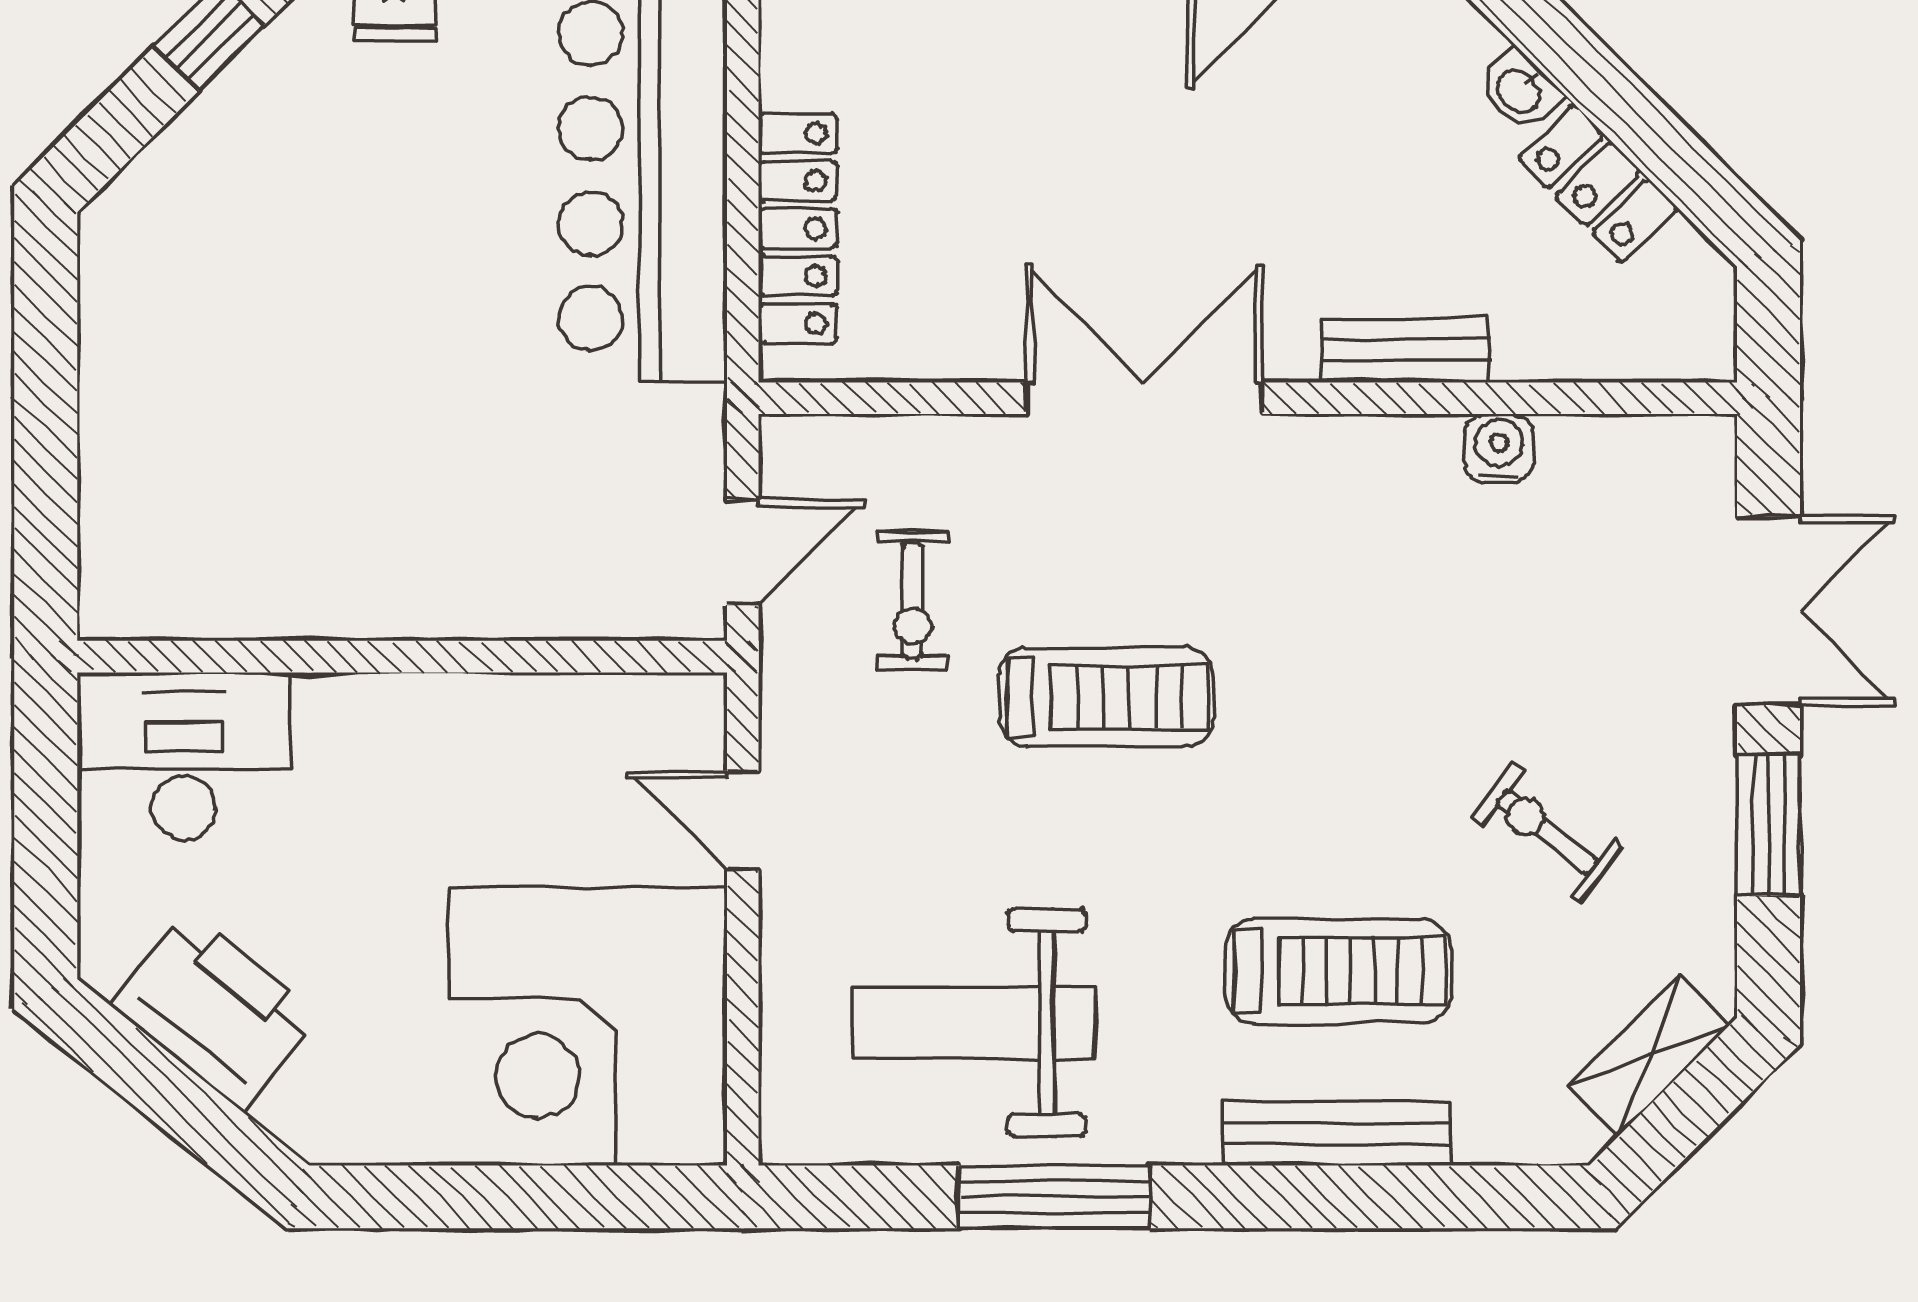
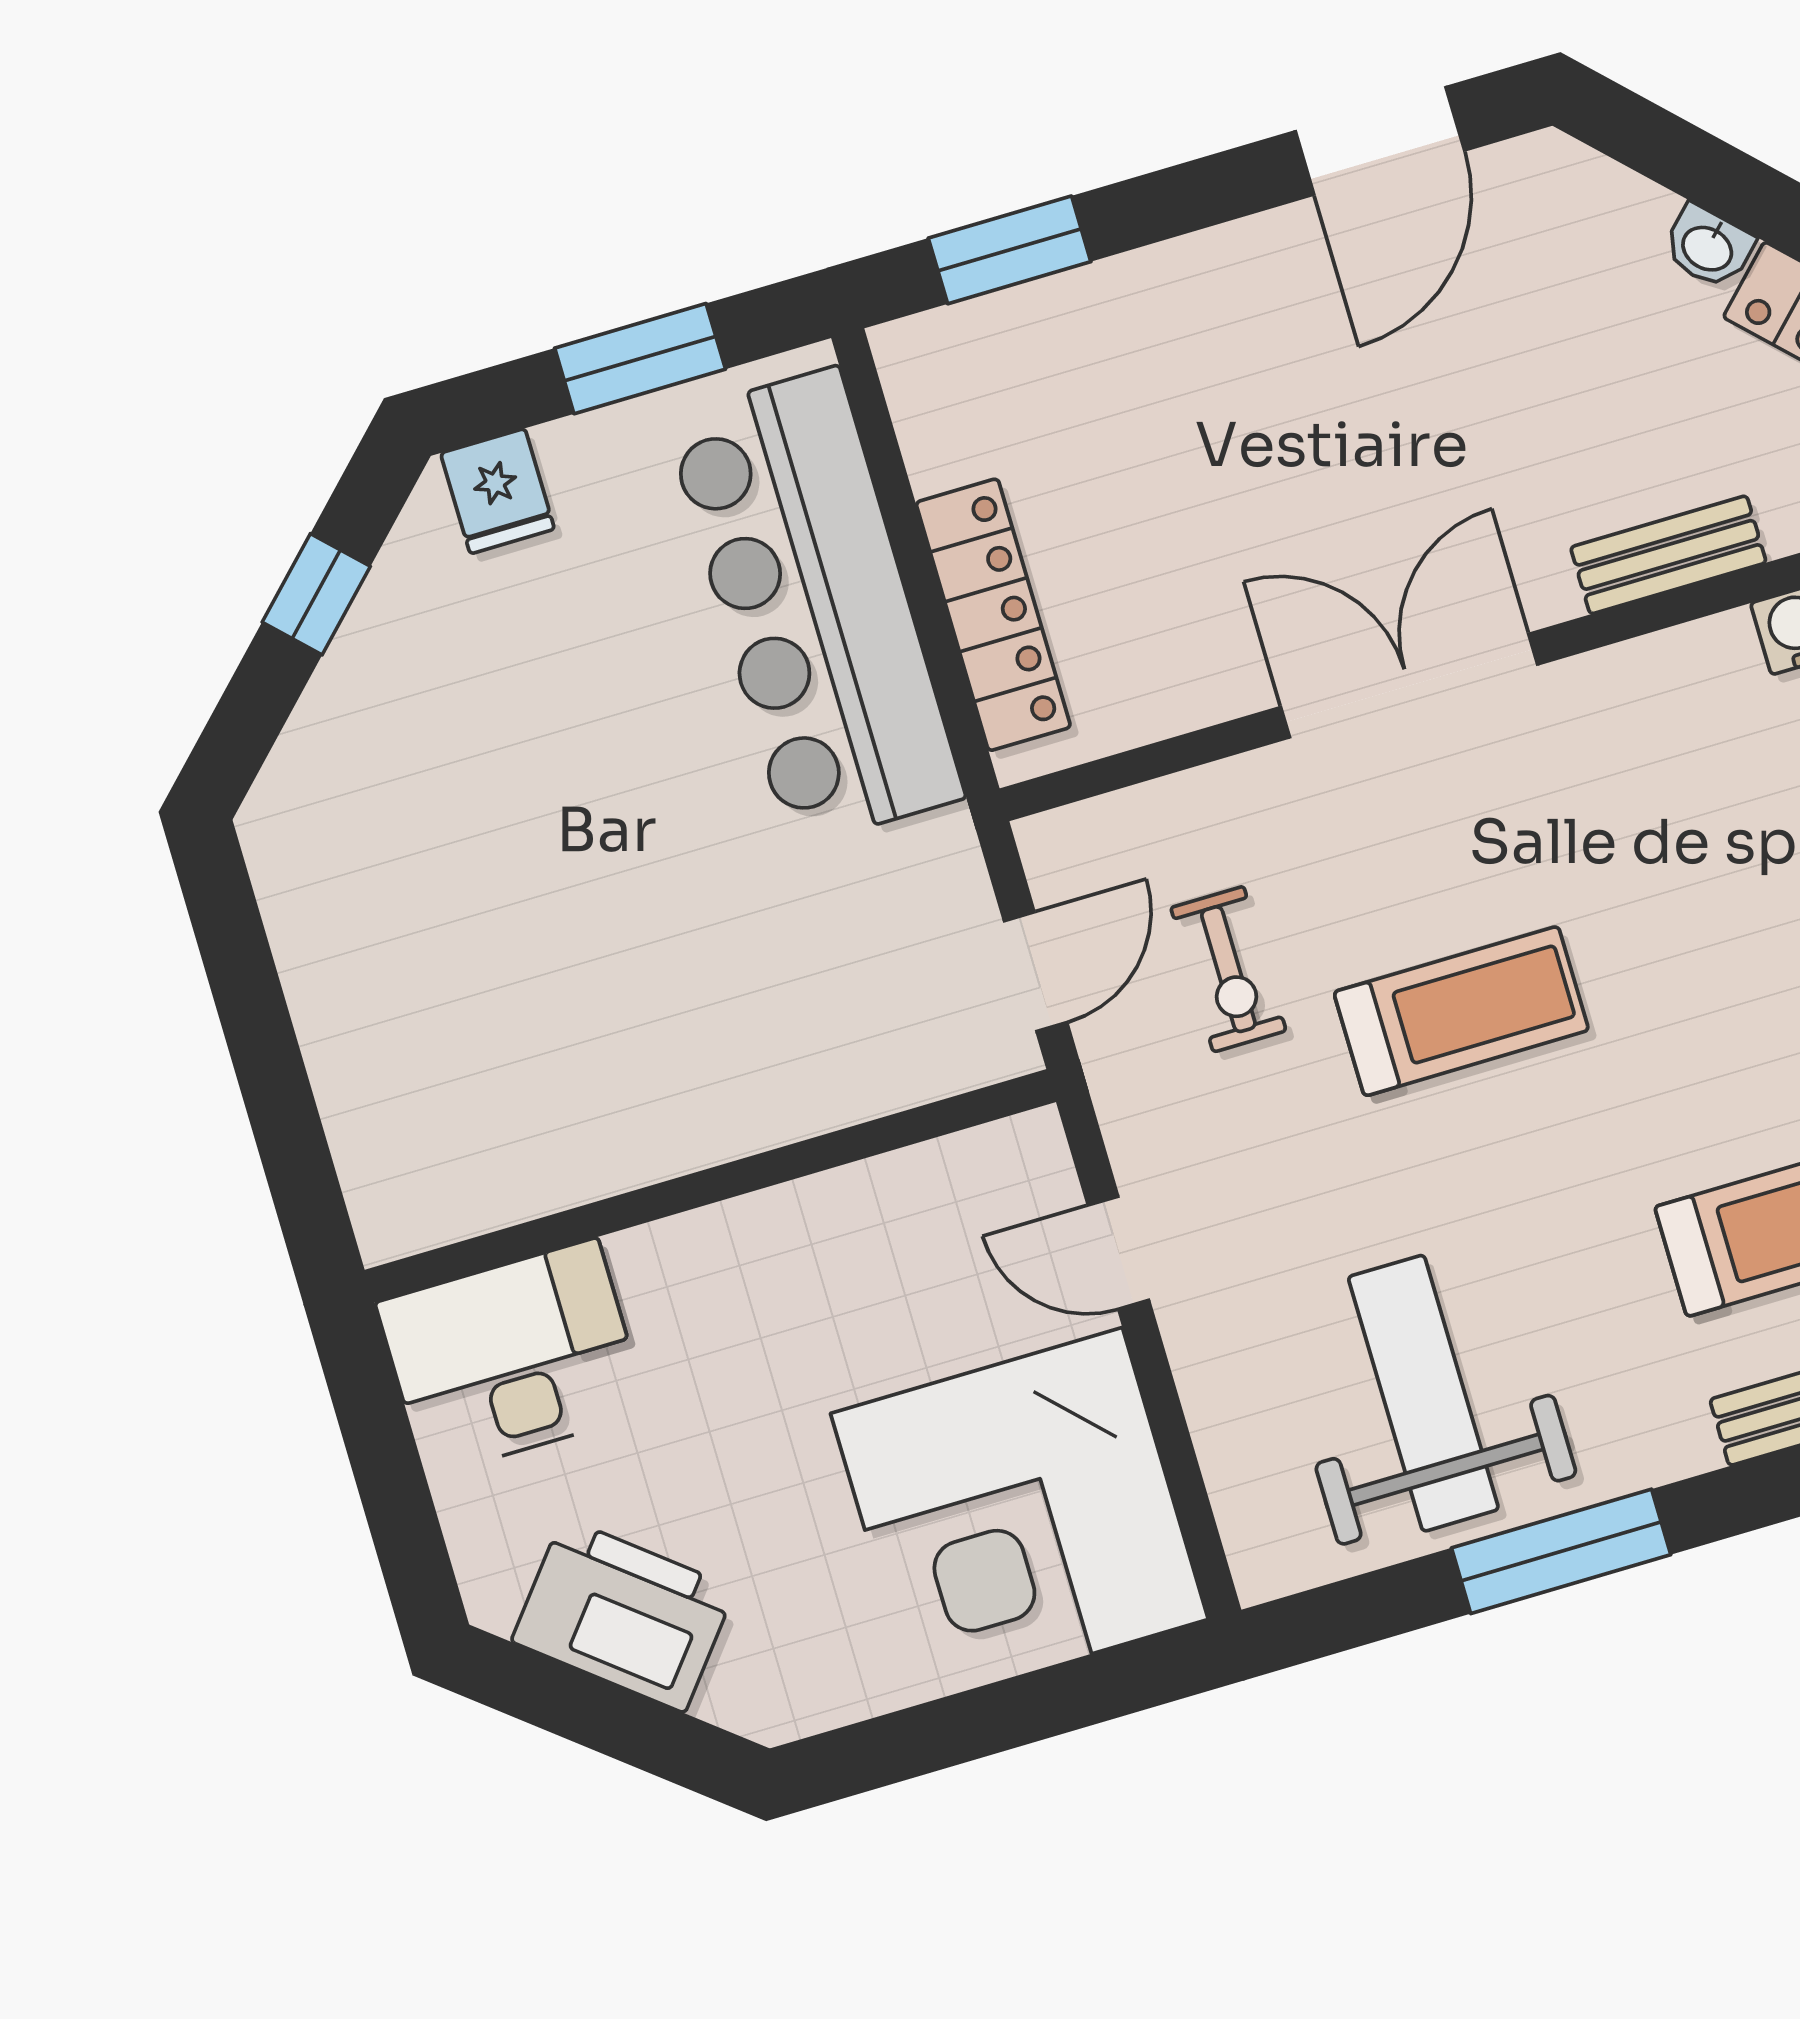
weight bench: (974, 1023) -> (1423, 1393), turned 90

